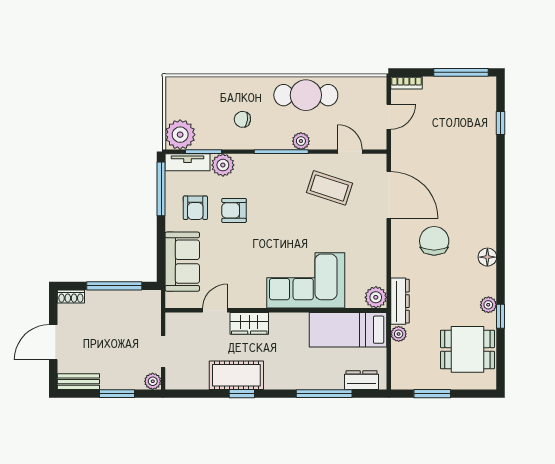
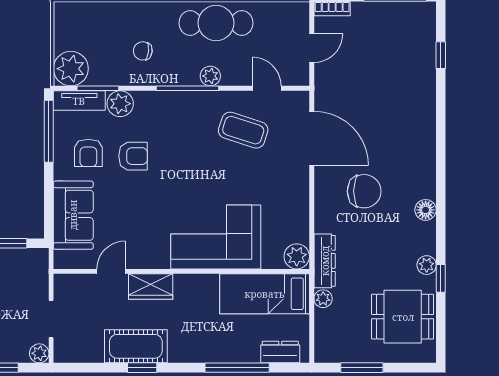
armchair: (234, 210) -> (133, 156), turned 180
chair: (434, 241) -> (364, 191), turned 90

